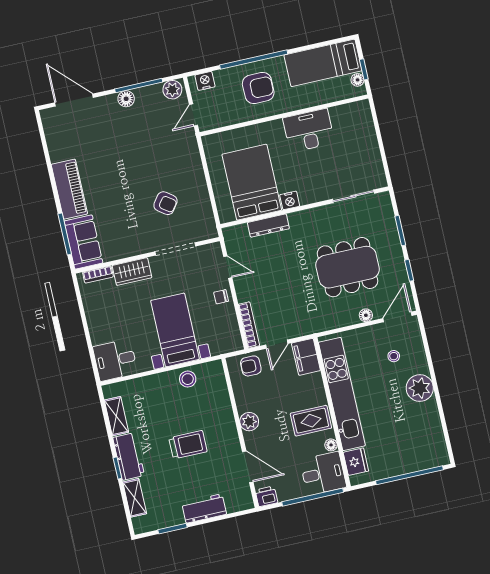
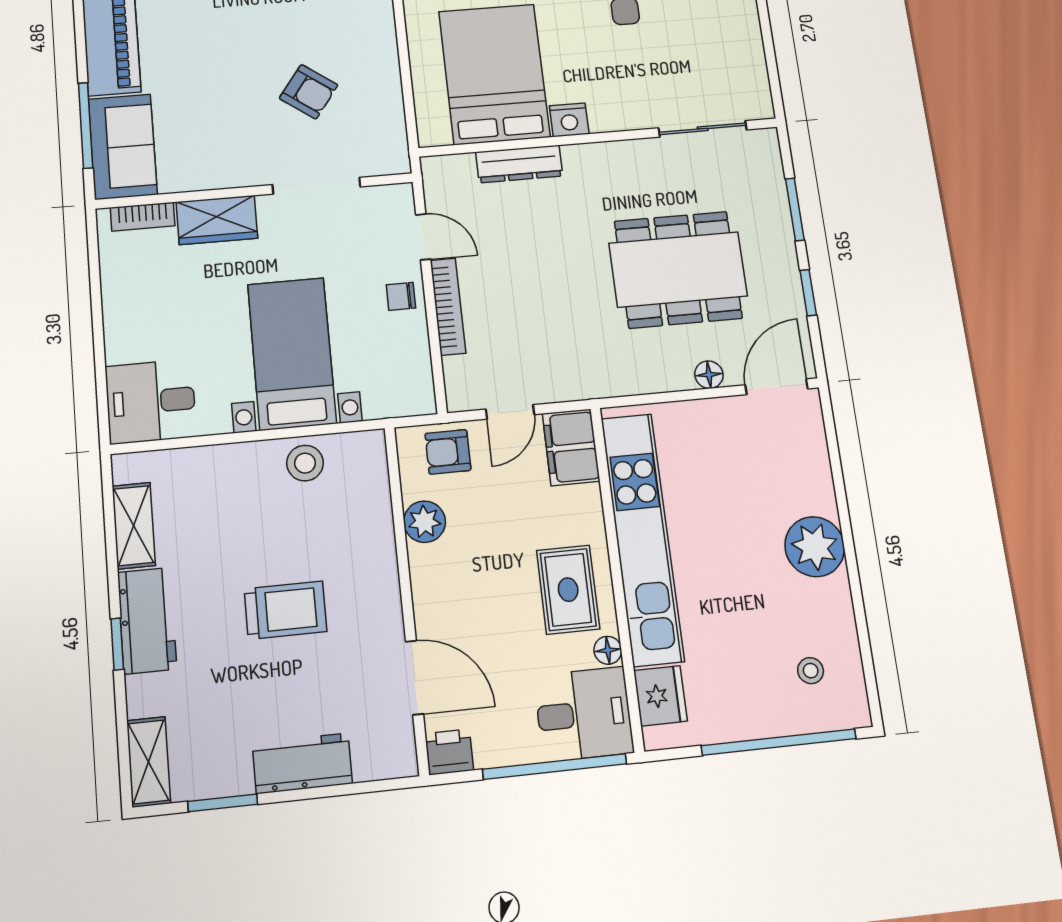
bookcase: (249, 325) -> (448, 307), moved
stool: (394, 356) -> (811, 671), moved
rug: (311, 421) -> (568, 590), turned 90
plant: (249, 422) -> (425, 522), moved
shelving: (135, 498) -> (149, 762), moved

